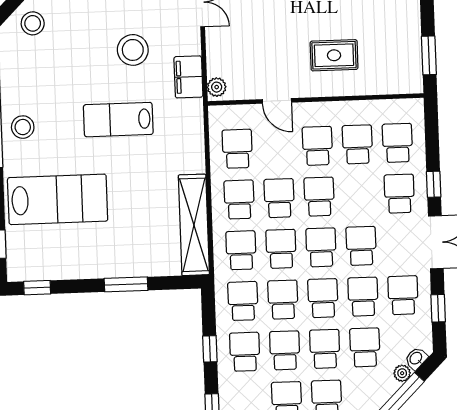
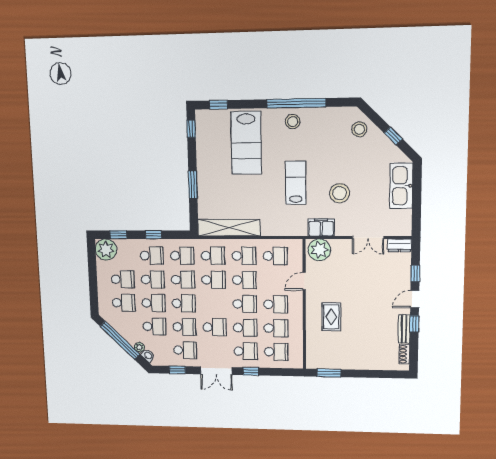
plant: (217, 87) -> (319, 250), width x1.87, depth x1.87
school desk: (321, 247) -> (245, 328), moved

